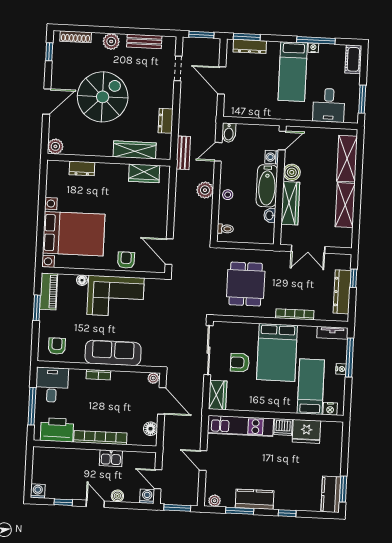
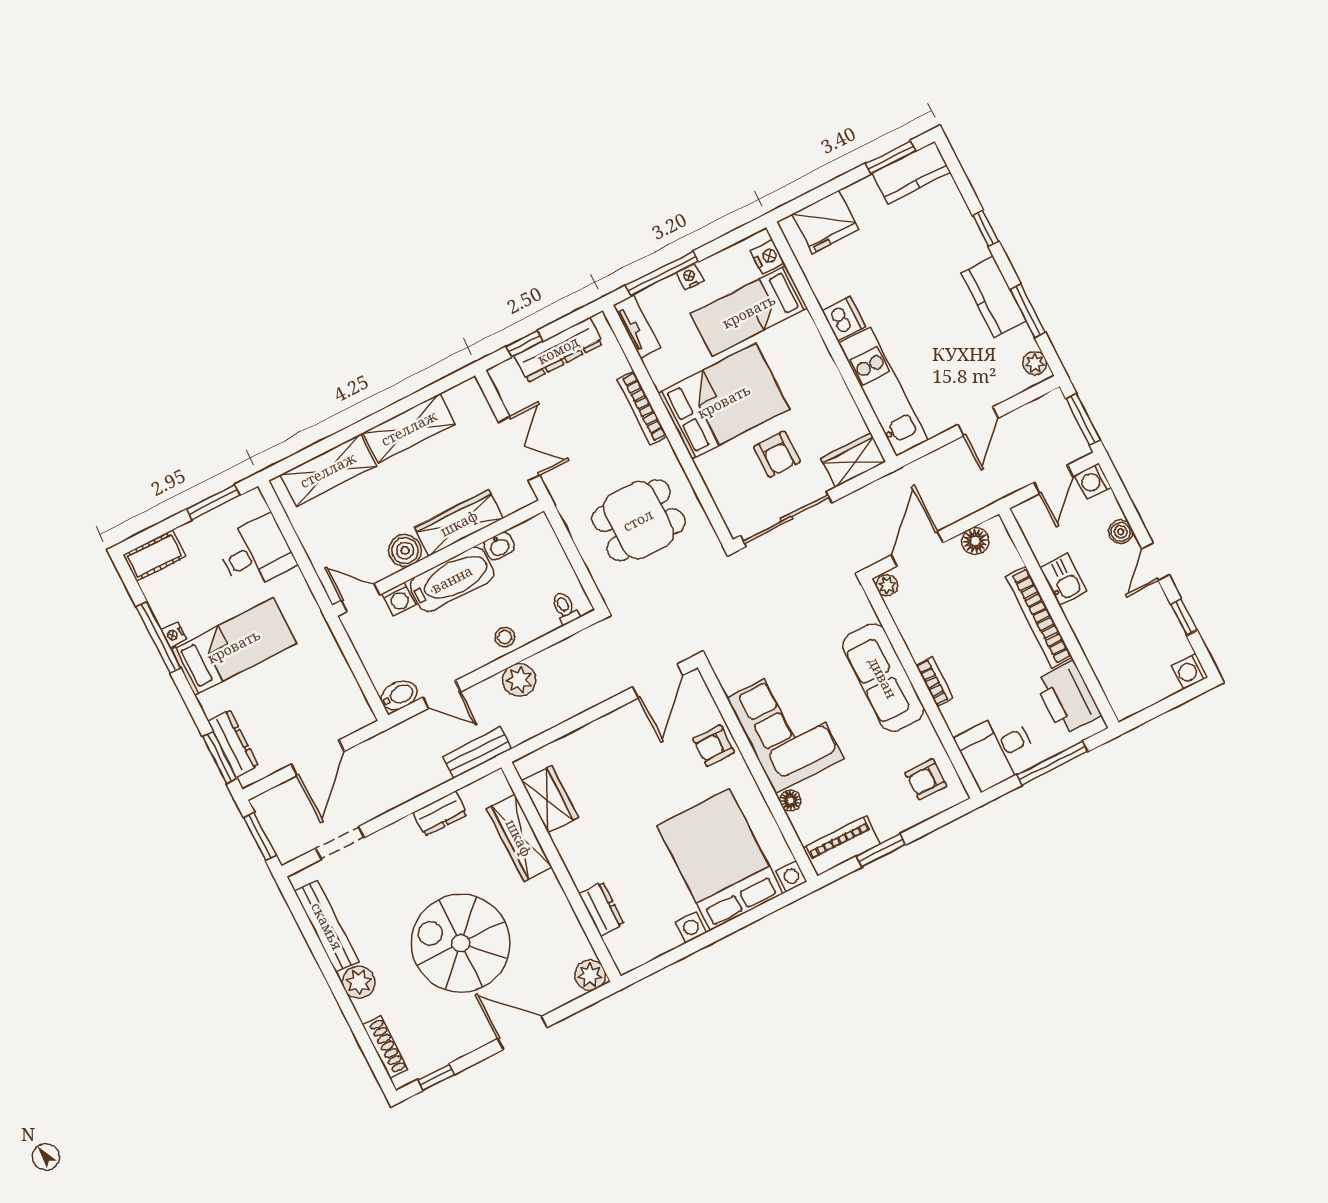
bench: (144, 41) -> (327, 926), width x1.36
fridge: (306, 431) -> (825, 222), moved, turned 90

